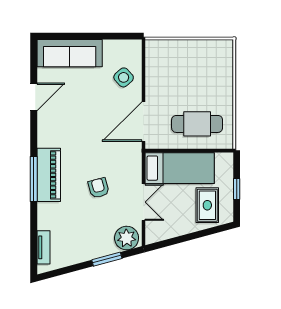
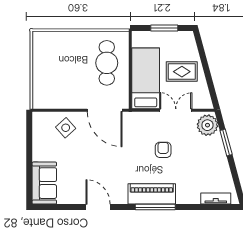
sofa: (70, 53) -> (44, 183), width x0.73
door: (34, 97) -> (98, 207), moved
armchair: (99, 188) -> (163, 150), turned 105
window: (237, 189) -> (164, 28), width x1.50
rug: (207, 205) -> (182, 72), moved

